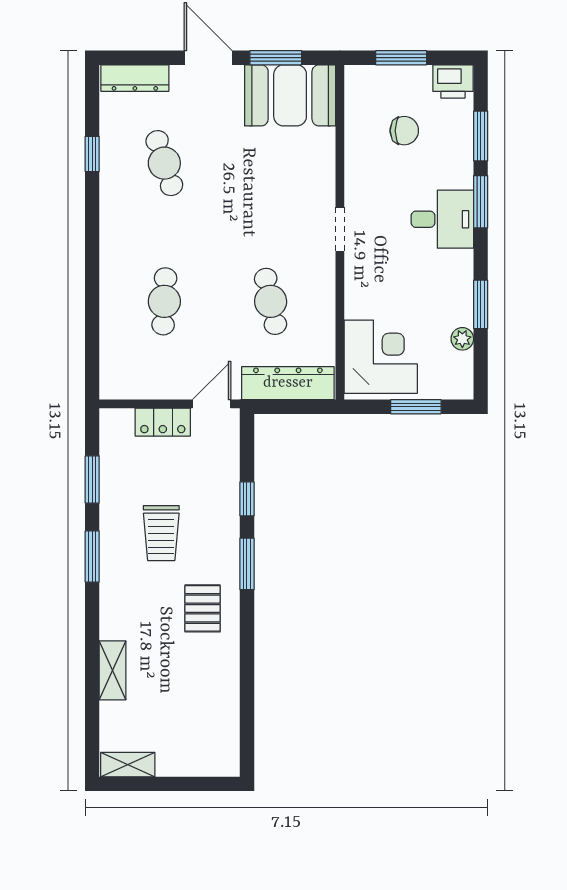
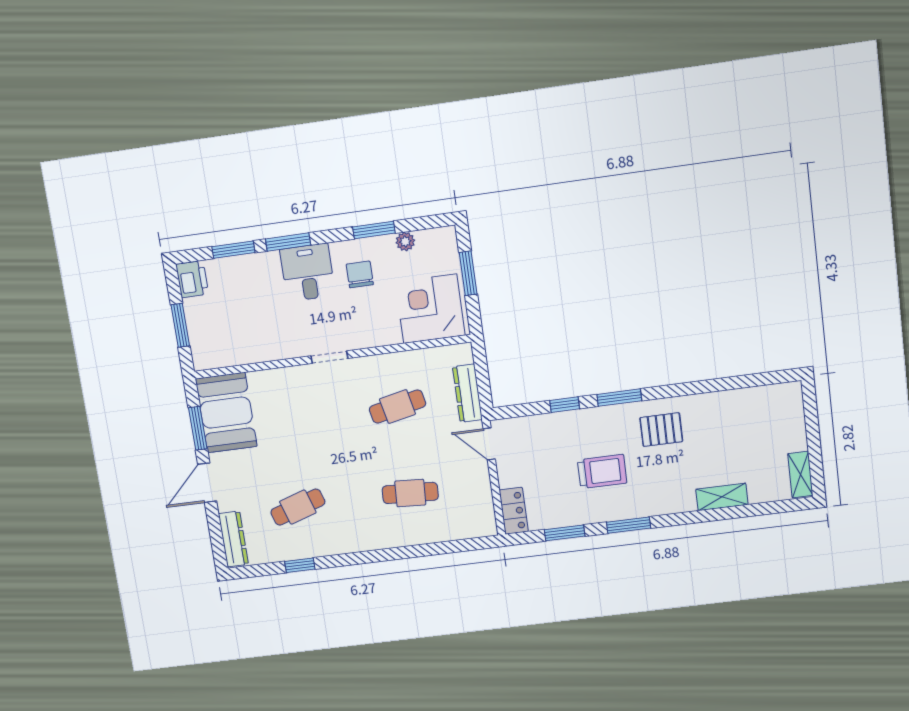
chair: (404, 131) -> (360, 274), moved
dresser: (288, 383) -> (467, 393), width x0.73, depth x0.80
locker: (163, 422) -> (514, 511), moved

